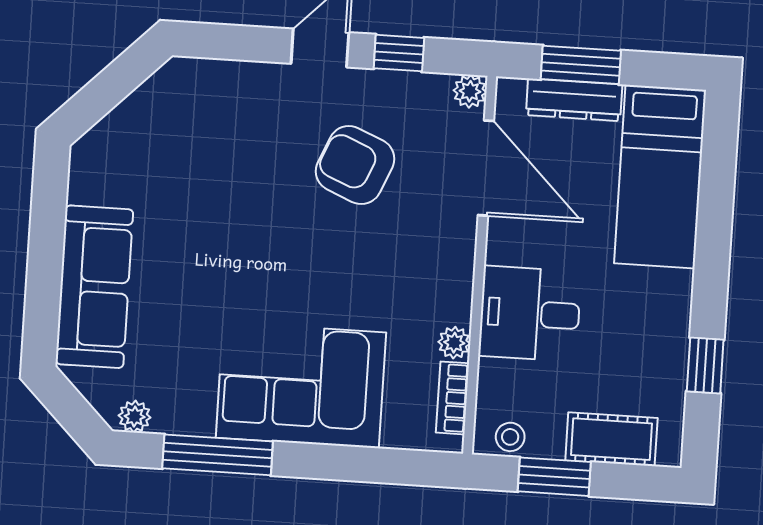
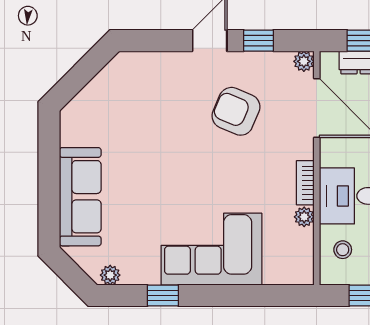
bookcase: (452, 398) -> (305, 183), moved
stool: (510, 437) -> (343, 250), moved
window: (218, 455) -> (163, 295), width x0.46

